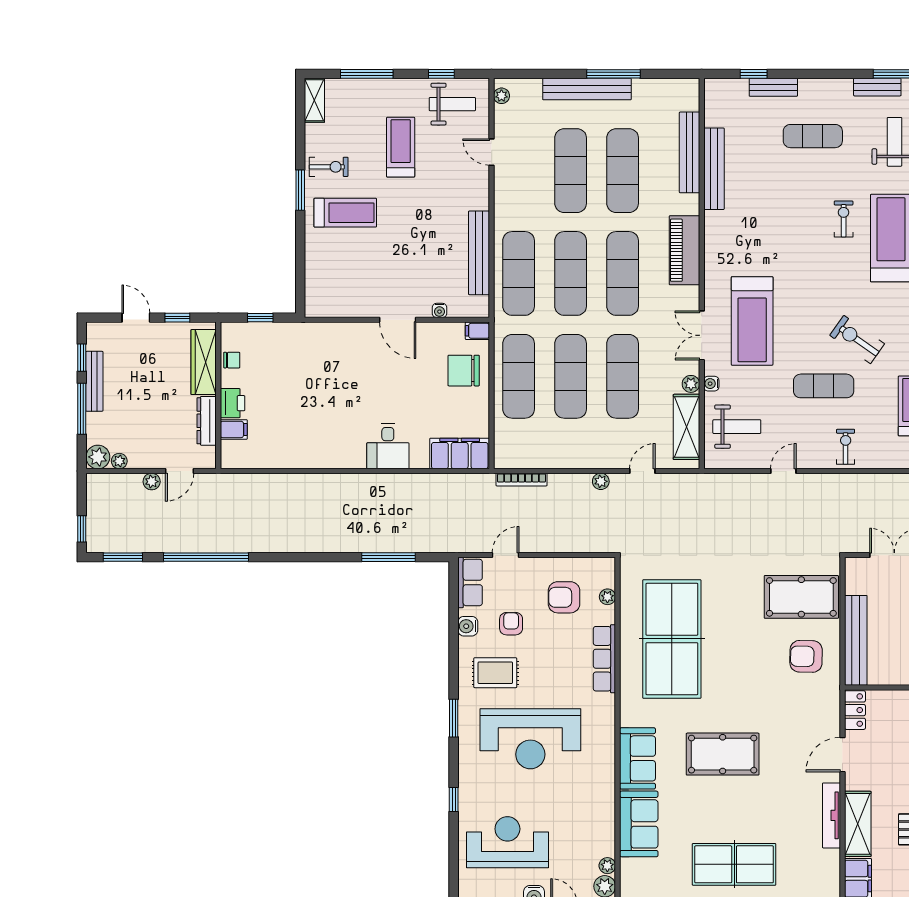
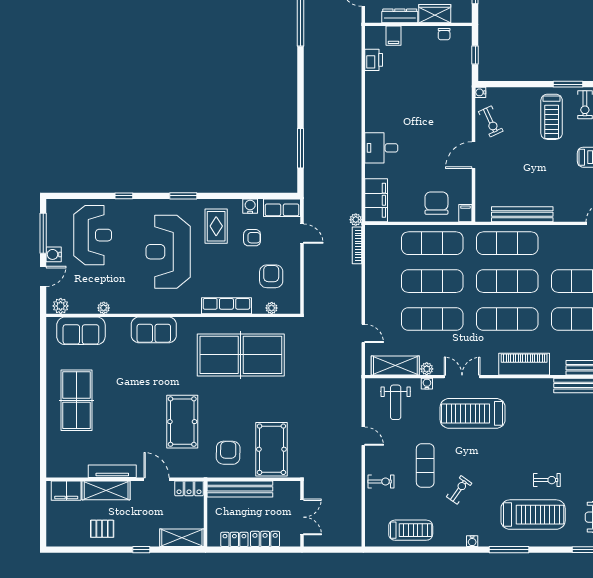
exercise bike: (351, 296) -> (491, 121), added
water cooler: (439, 310) -> (480, 92), moved
exercise bike: (857, 339) -> (459, 490), width x0.73, depth x0.72
wardrobe: (204, 362) -> (435, 14), width x0.67
printer: (233, 403) -> (374, 60), moved, turned -90
plant: (601, 481) -> (356, 220), moved
pool table: (723, 754) -> (182, 422), moved
sofa: (639, 824) -> (81, 331), moved
plant: (607, 866) -> (104, 308), moved

